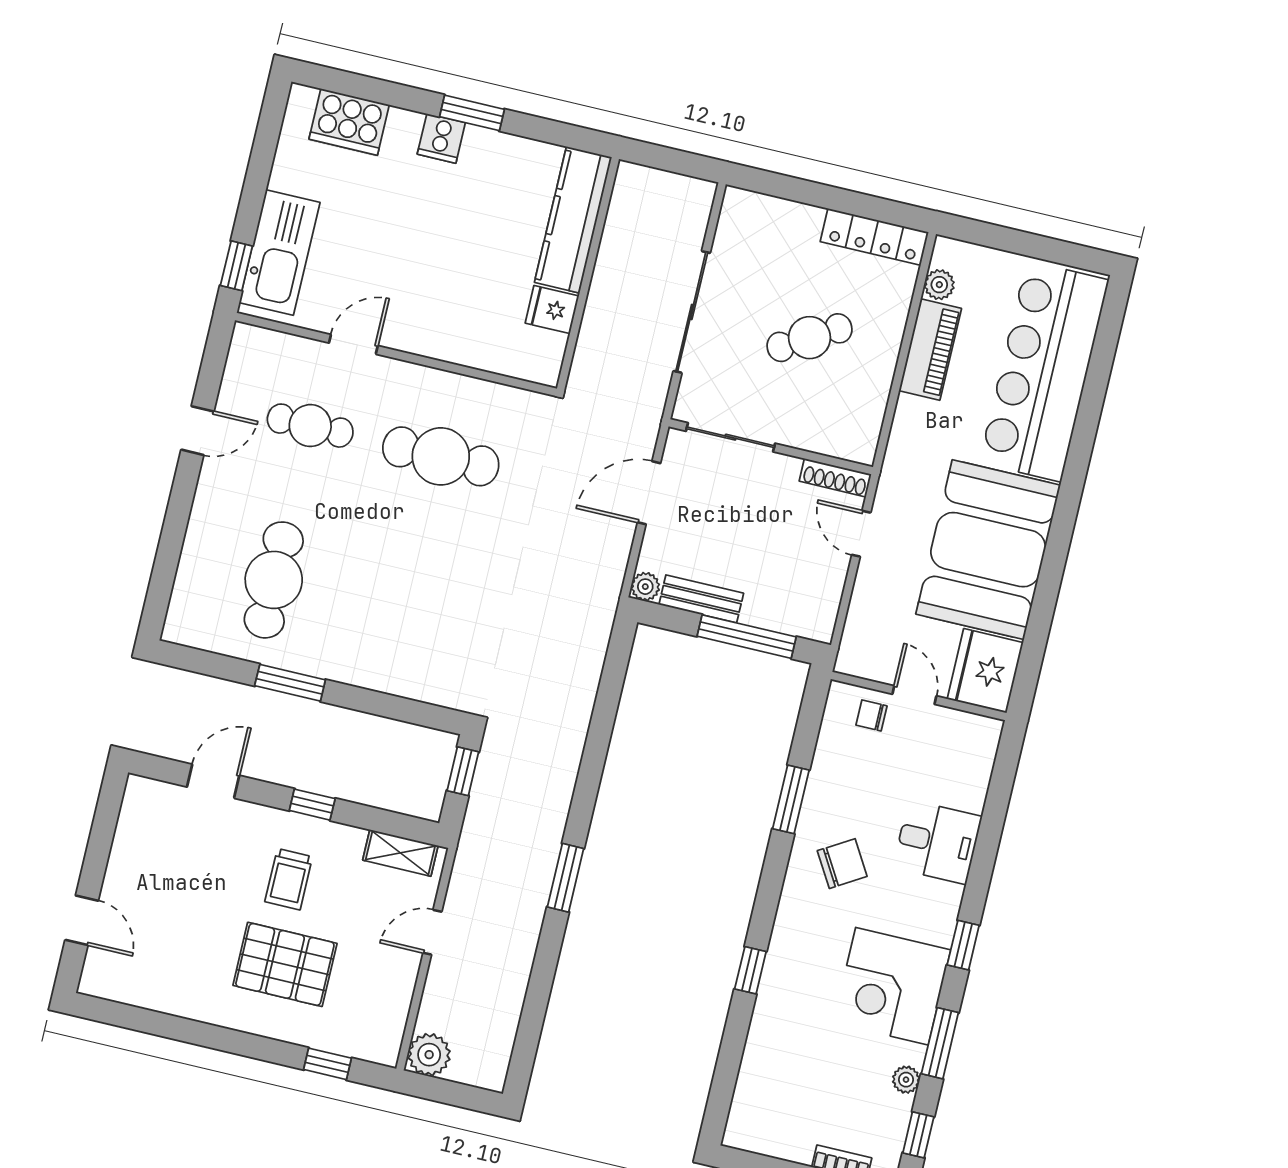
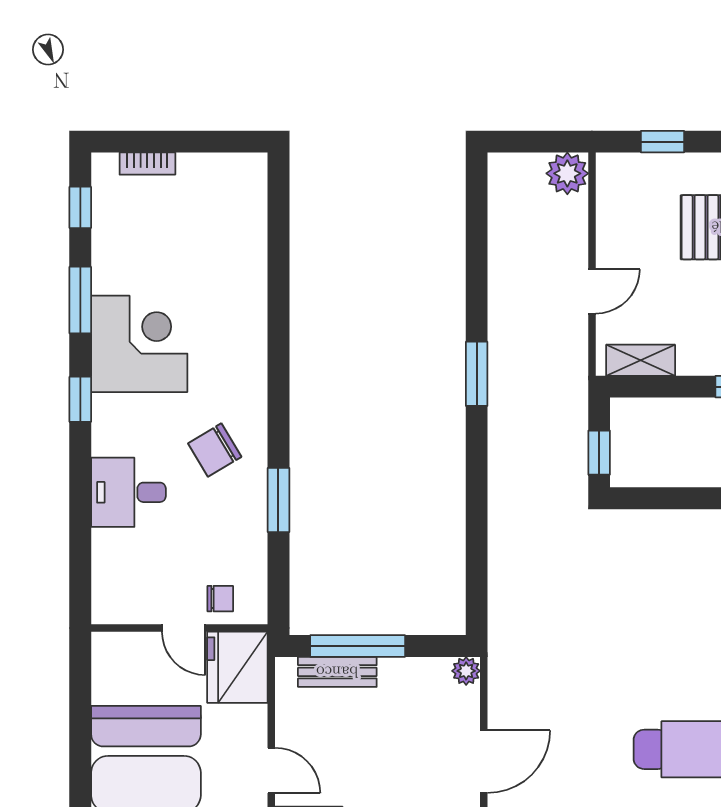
bench: (701, 599) -> (337, 672), moved
fridge: (985, 671) -> (237, 667), moved, turned 180
window: (750, 970) -> (278, 327), removed
plant: (906, 1080) -> (105, 257), removed

